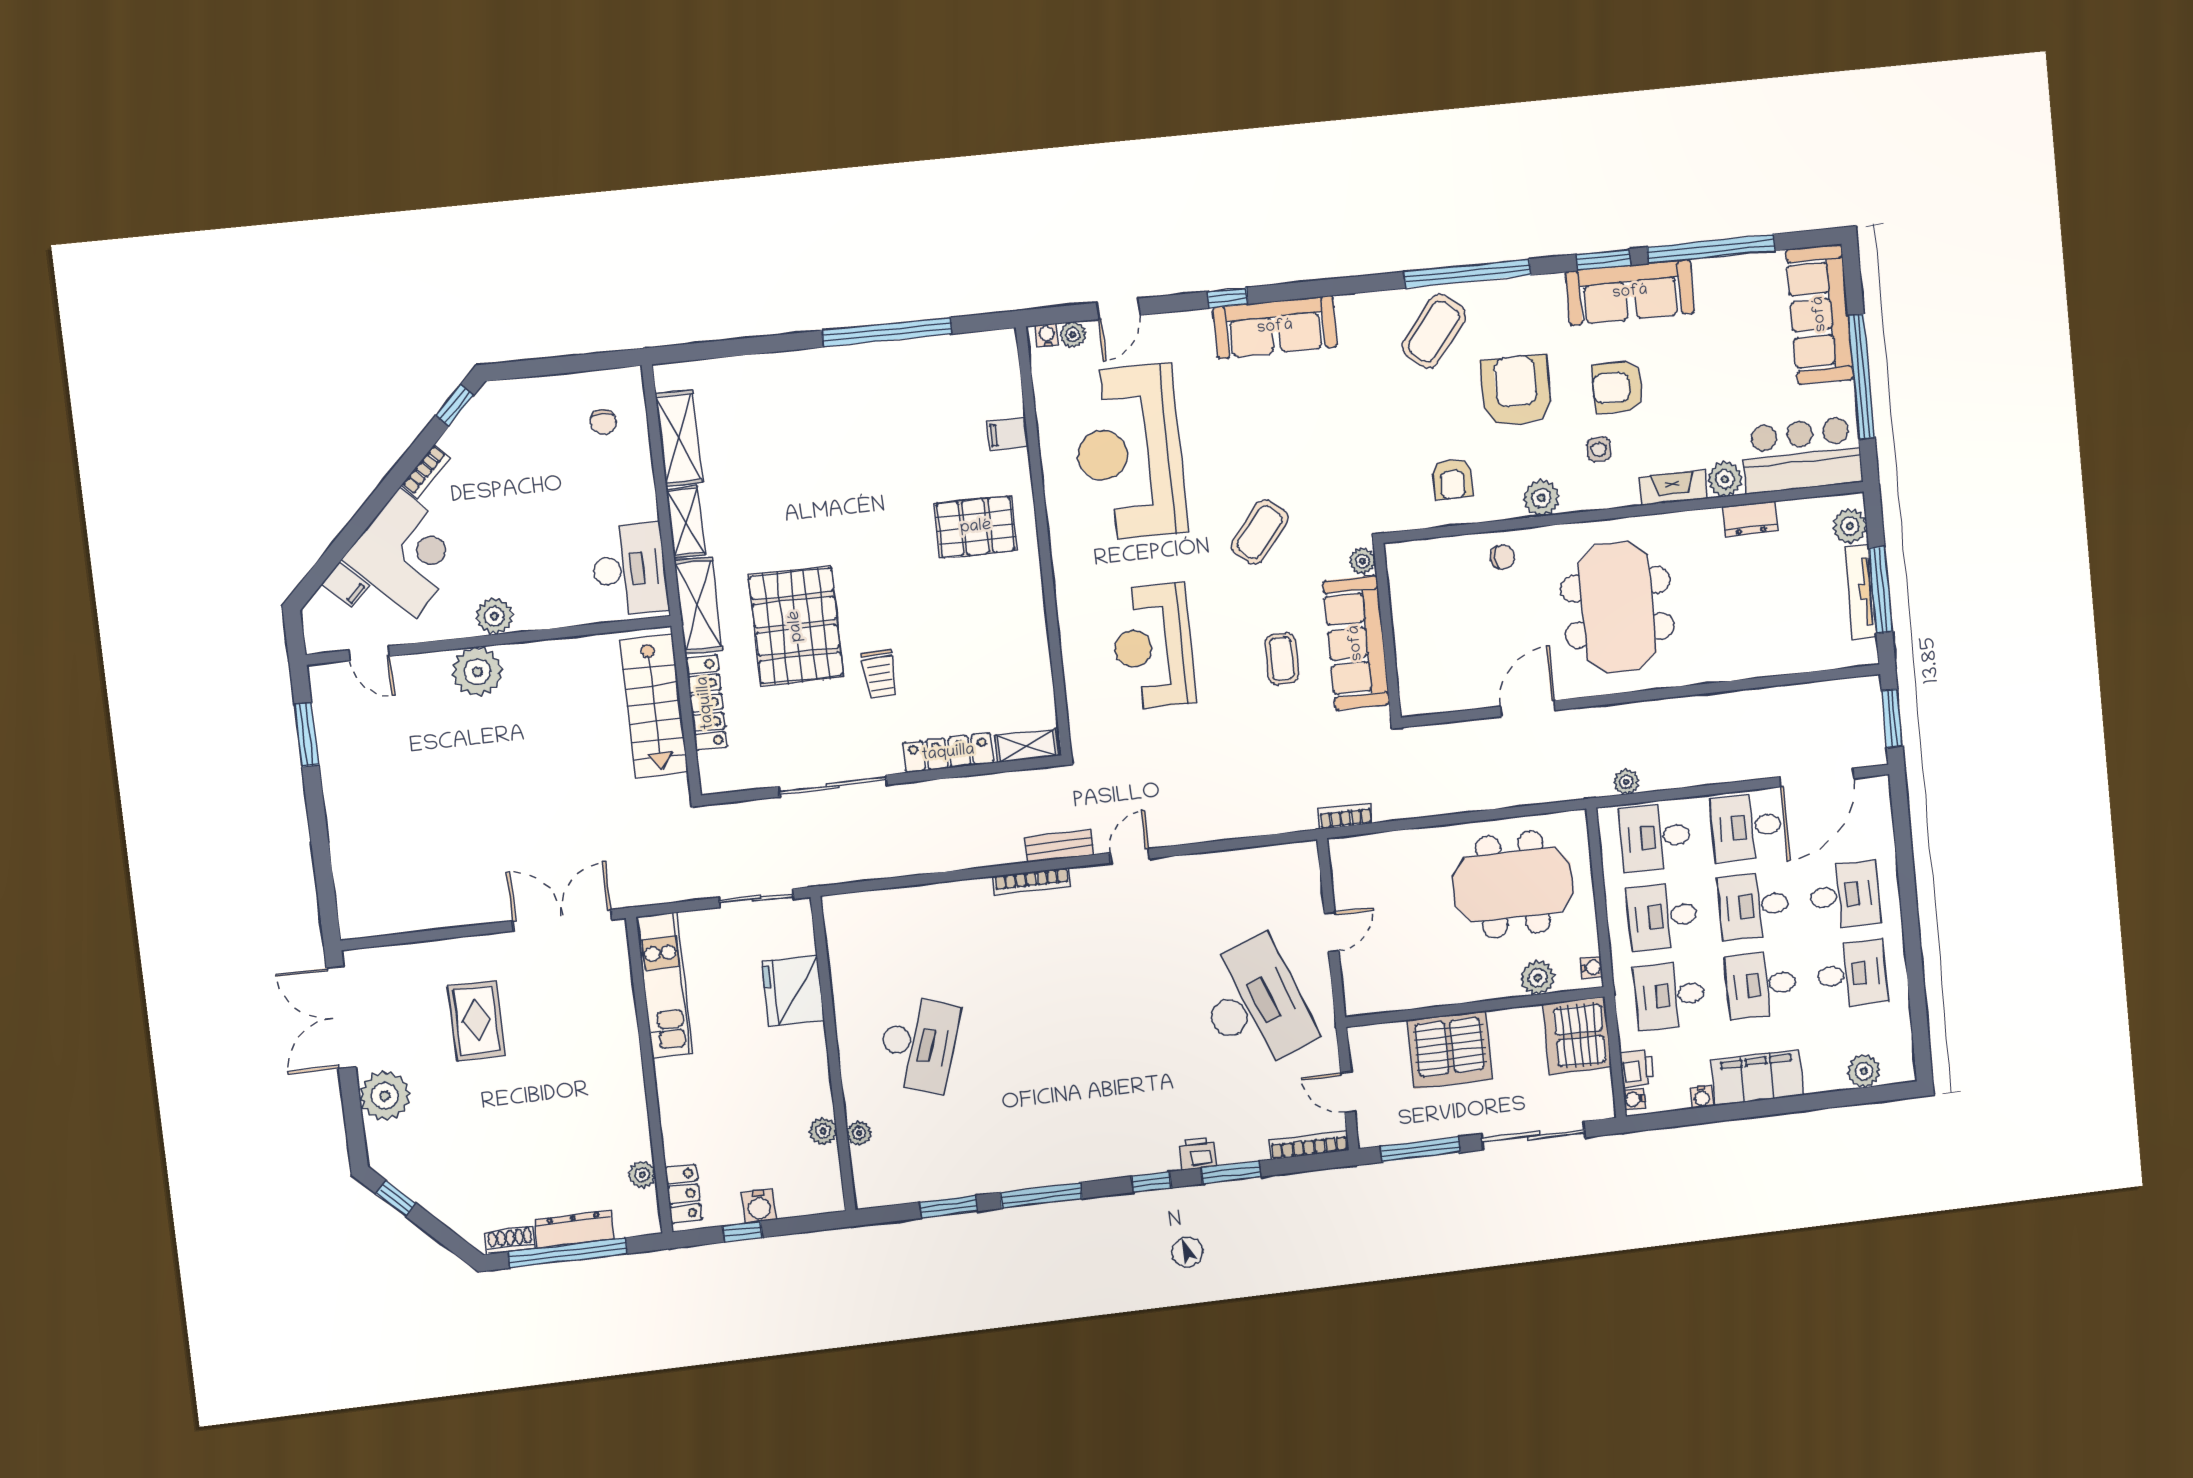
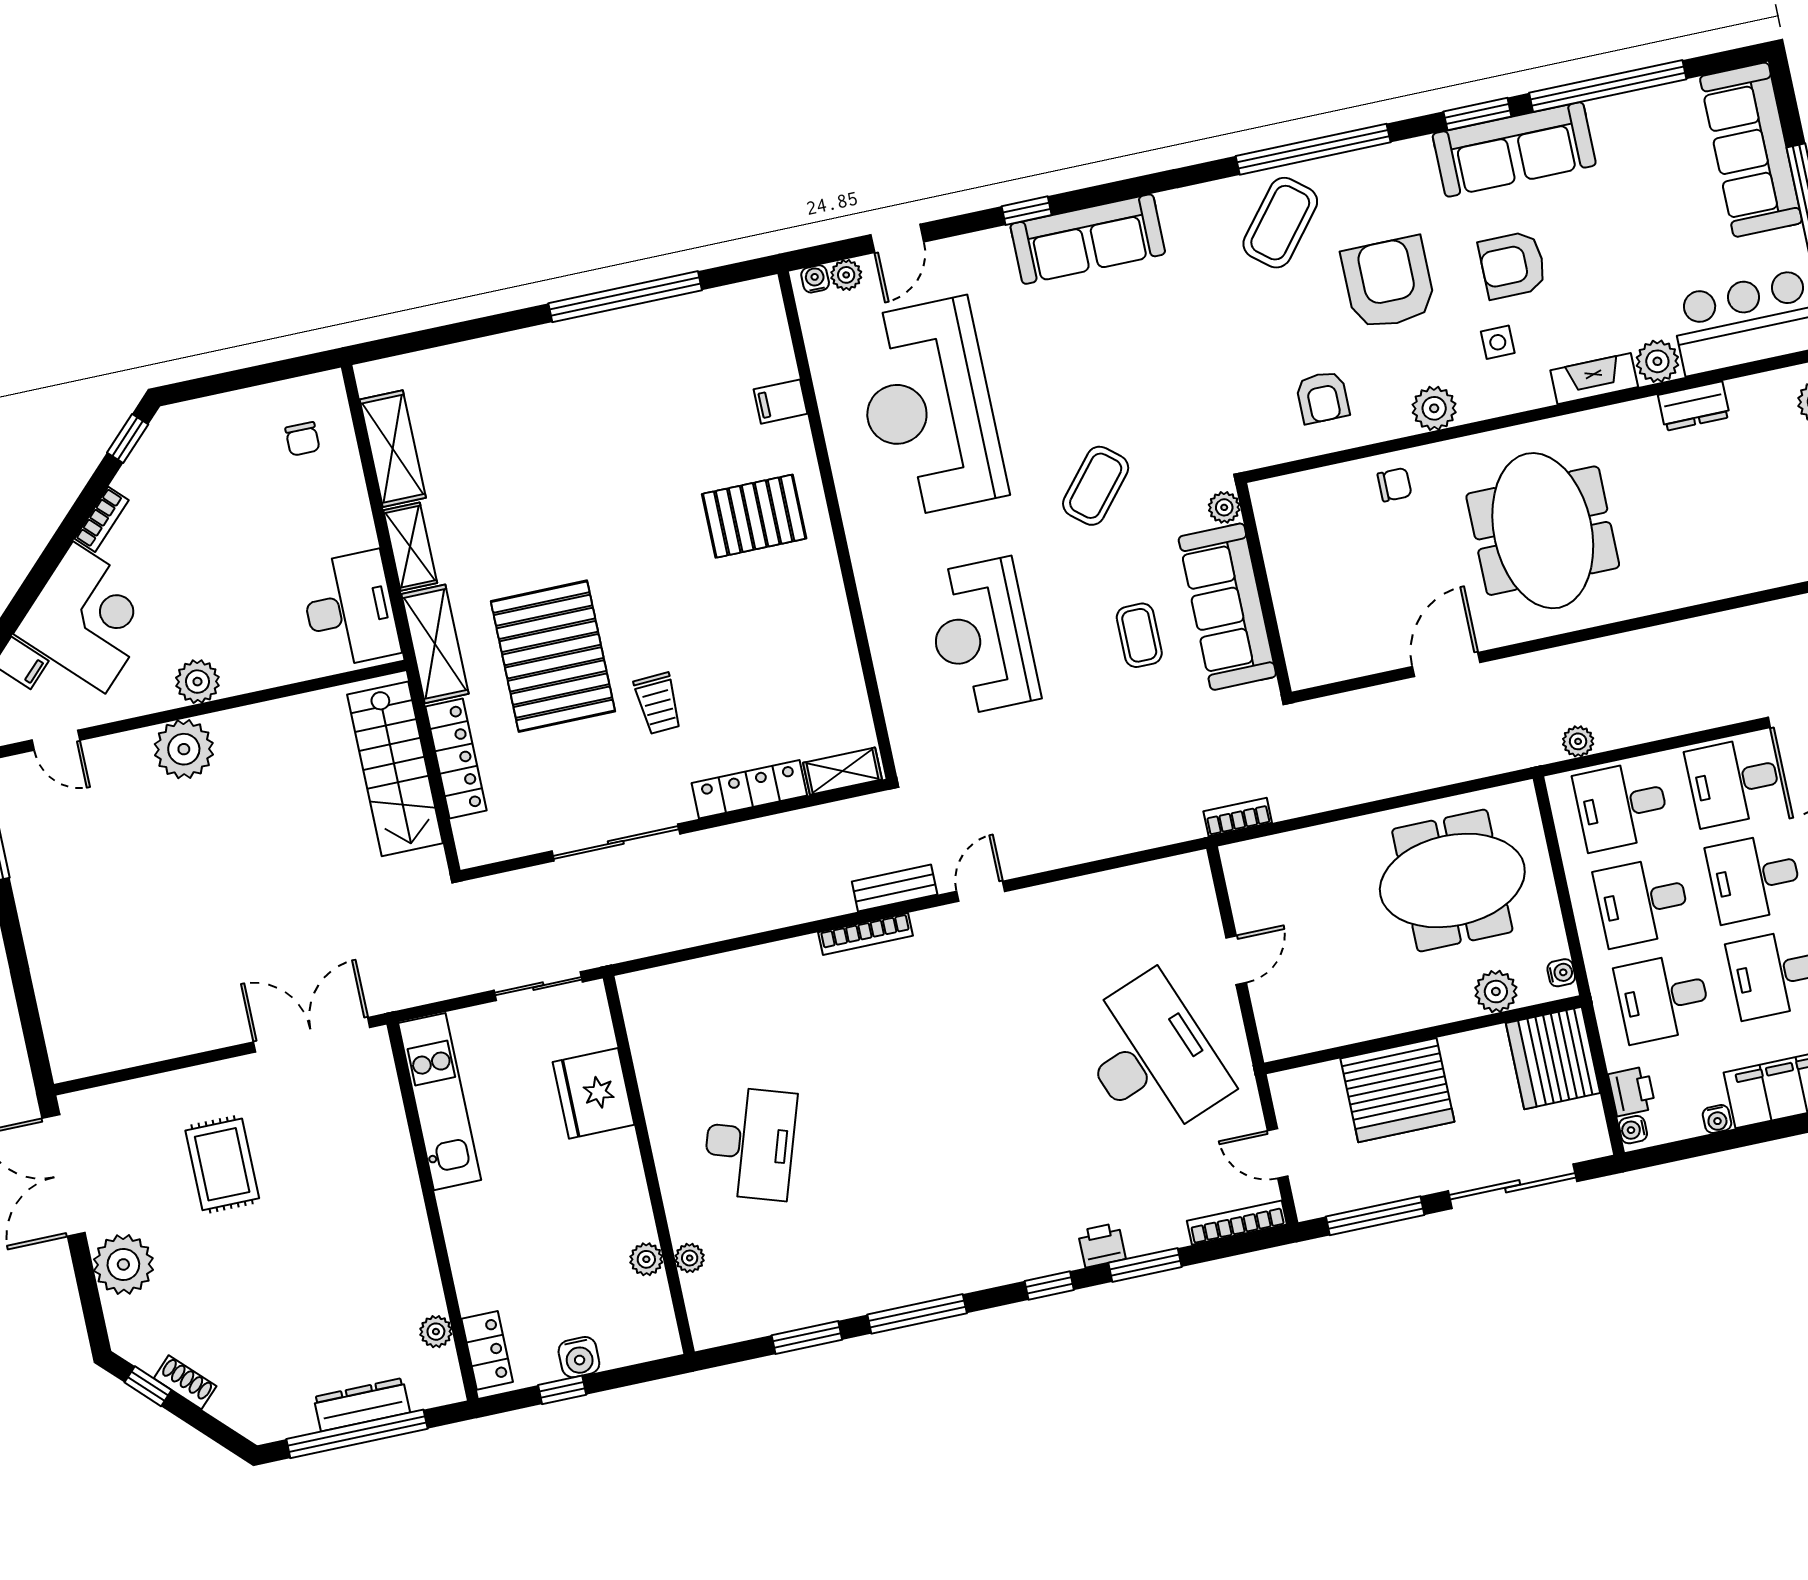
shoe rack: (510, 1240) -> (185, 1382), moved, turned 45

